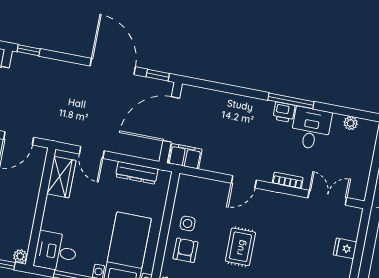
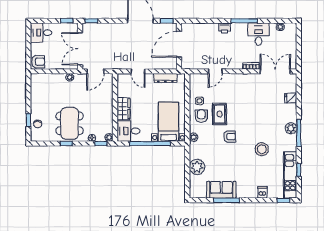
printer: (284, 112) -> (224, 28), moved
filing cabinet: (185, 156) -> (191, 63), removed
wardrobe: (61, 177) -> (124, 109), moved
door: (244, 182) -> (215, 71), moved
double door: (327, 198) -> (275, 71), width x1.37
rug: (240, 247) -> (220, 114), moved

